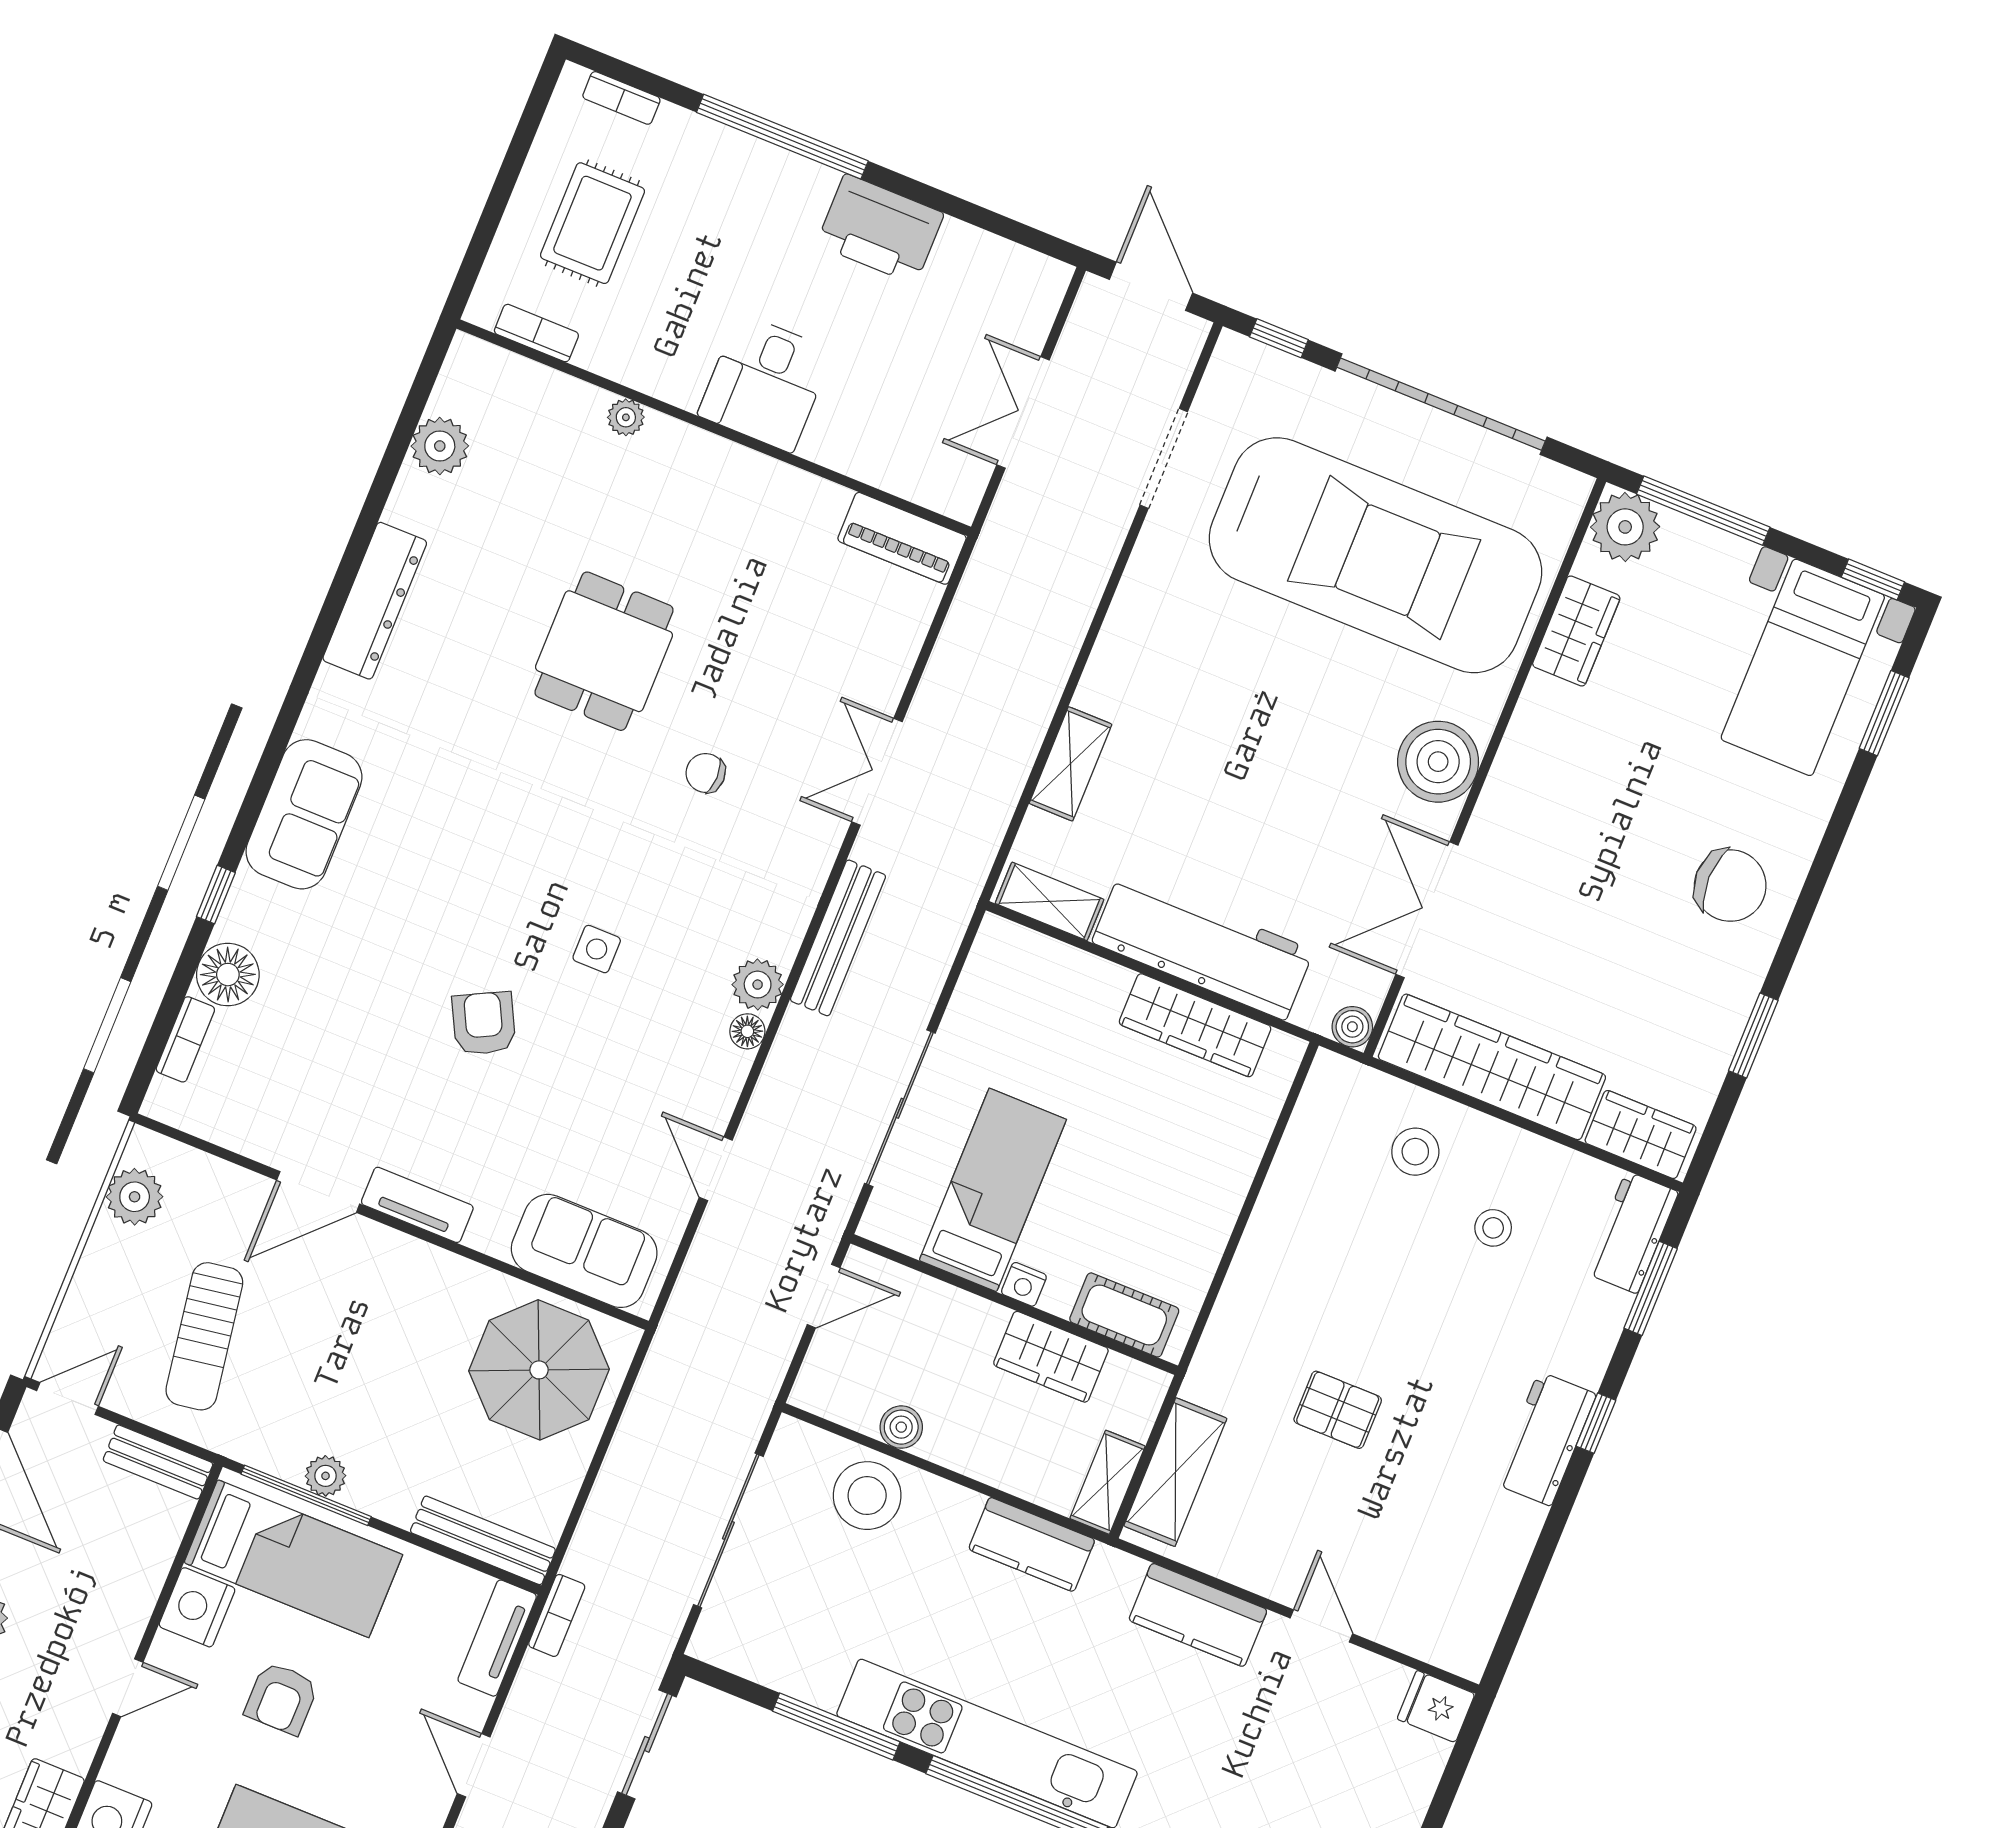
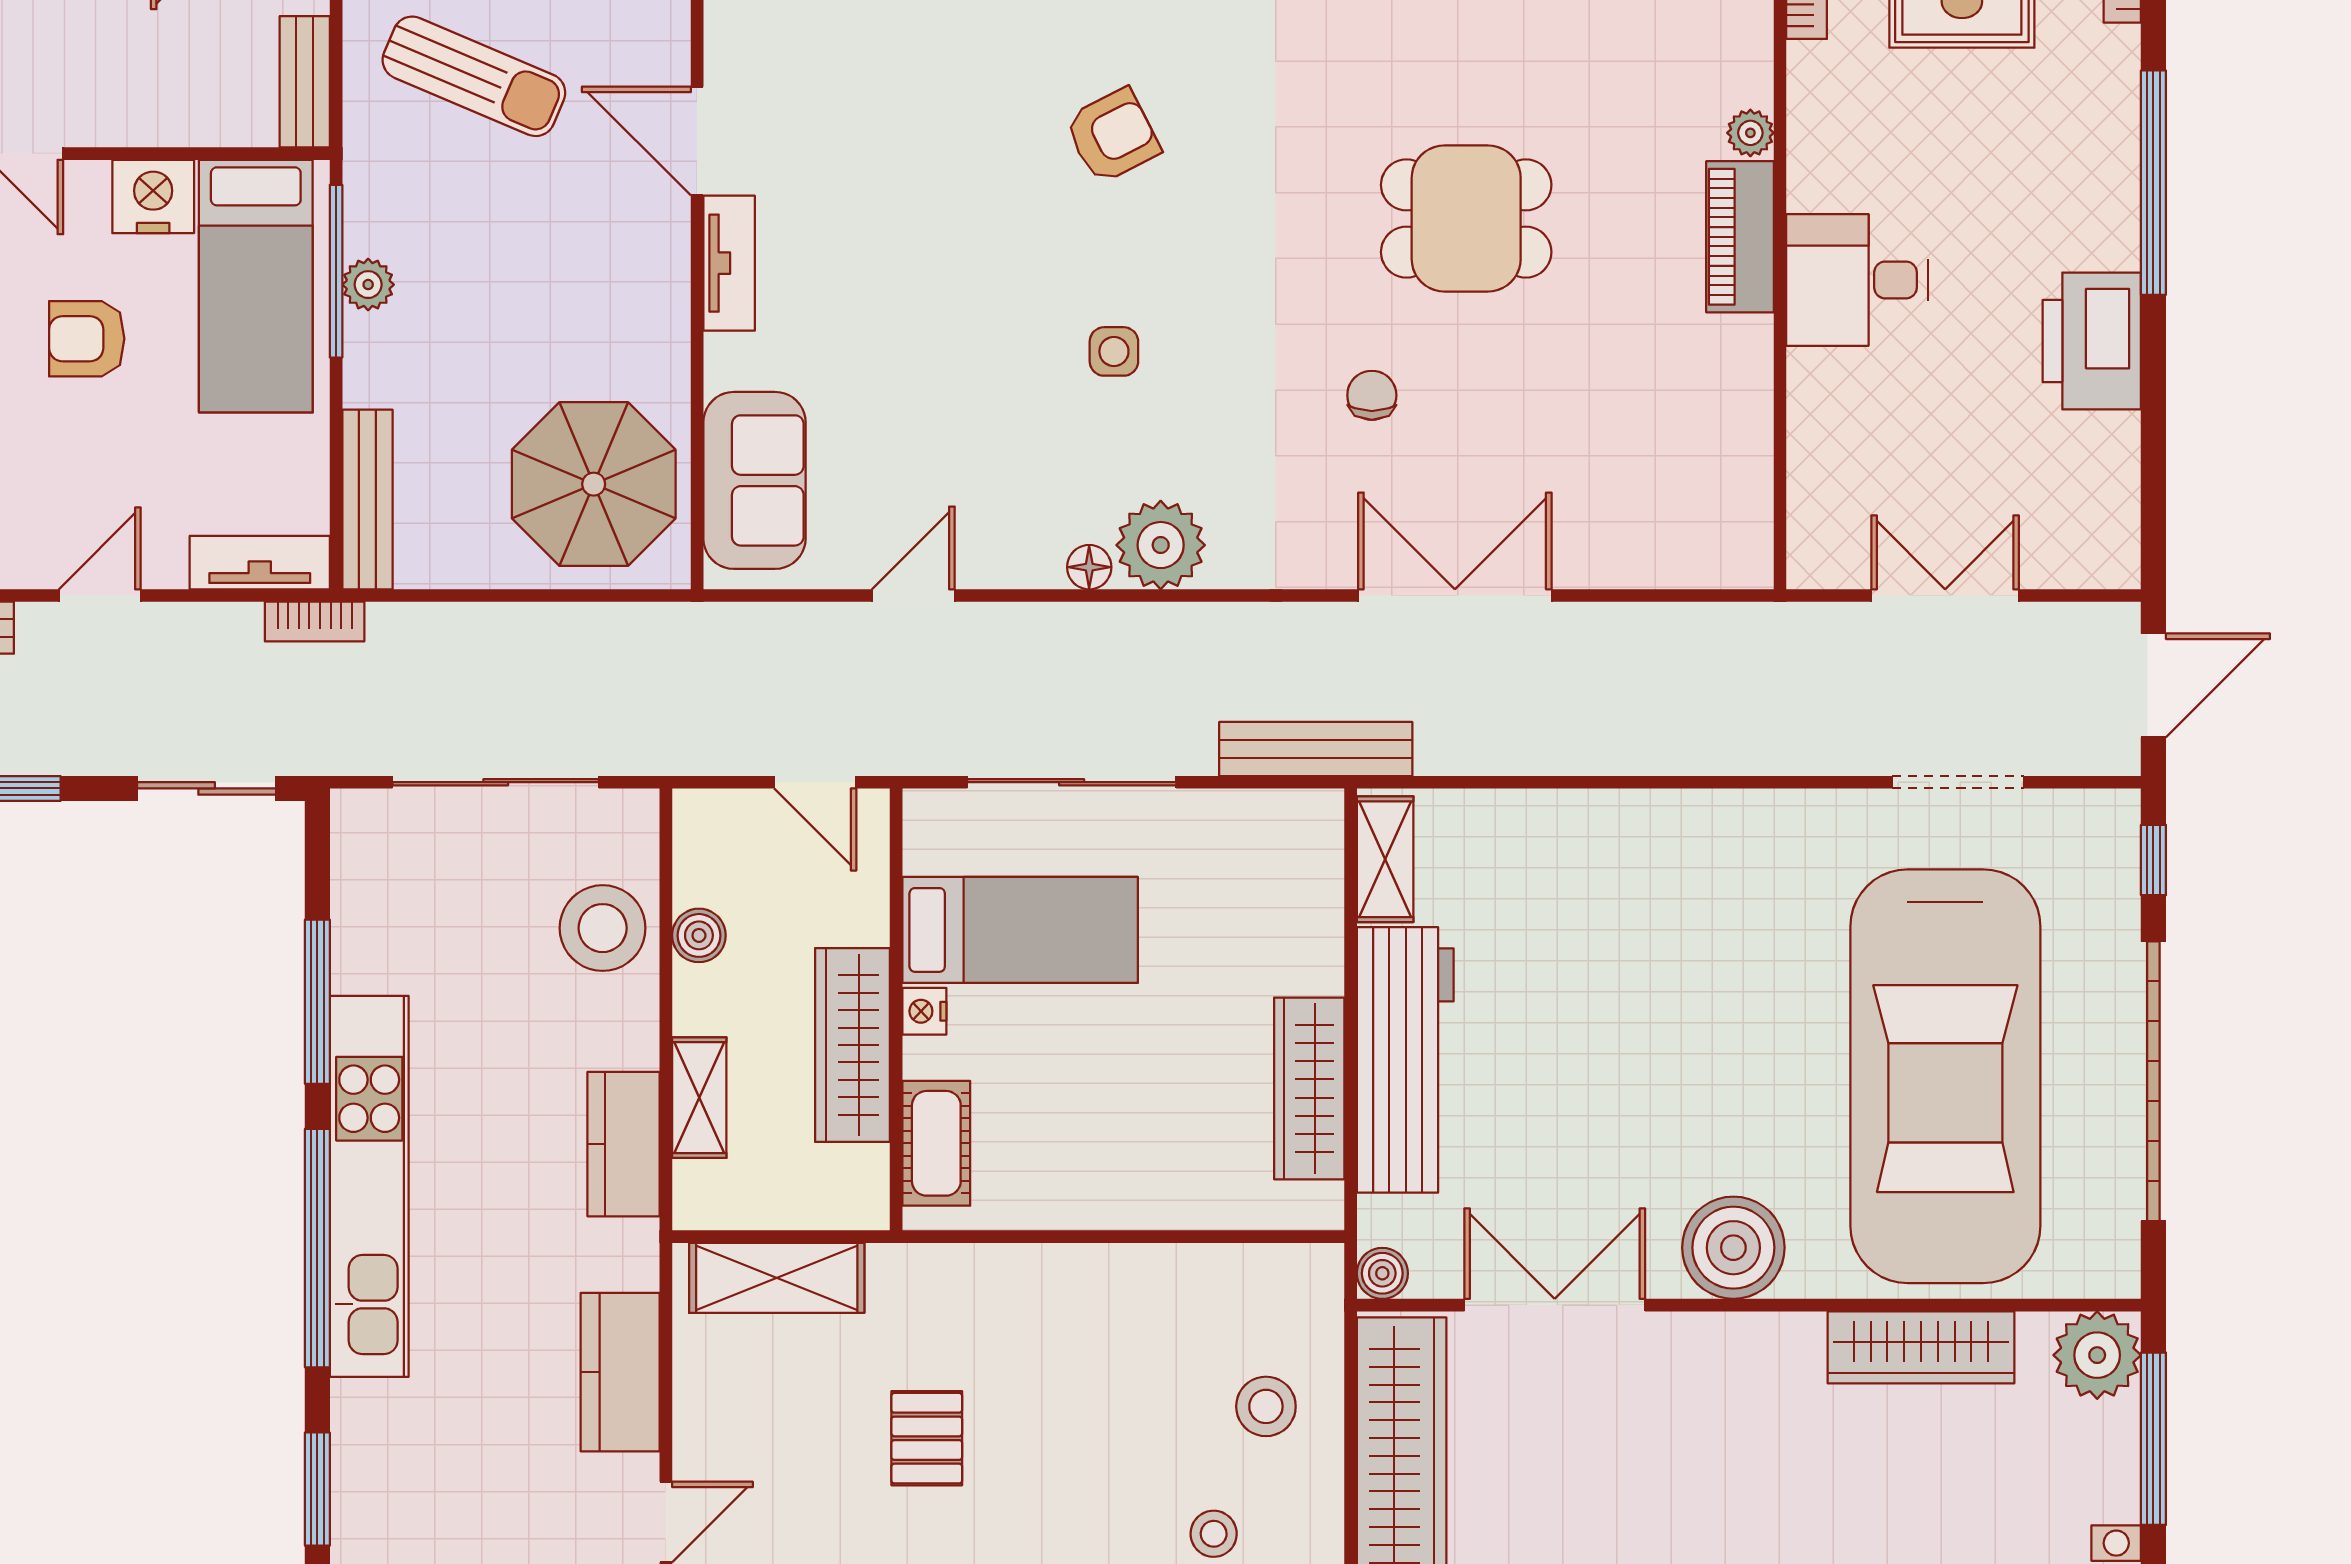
piano: (902, 538) -> (1740, 237), moved
wardrobe: (1576, 631) -> (1921, 1347), width x1.50
shelving: (1070, 764) -> (1556, 818), removed
double door: (877, 772) -> (1455, 596), width x1.37
bench: (838, 938) -> (1316, 749), moved
plant: (758, 985) -> (1161, 545), width x1.36, depth x1.36
armchair: (484, 1023) -> (1112, 136), moved
sun lounger: (204, 1336) -> (474, 76), turned -148
wardrobe: (1051, 1357) -> (853, 1045), width x1.50
shelving: (1108, 1482) -> (699, 1098), moved, turned 90

